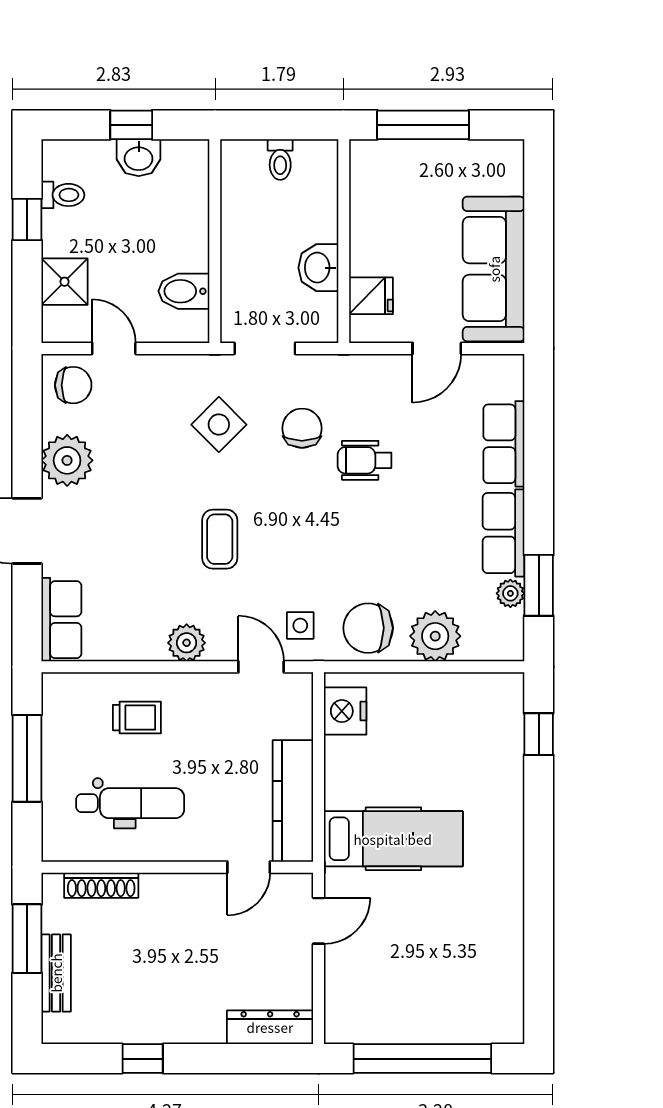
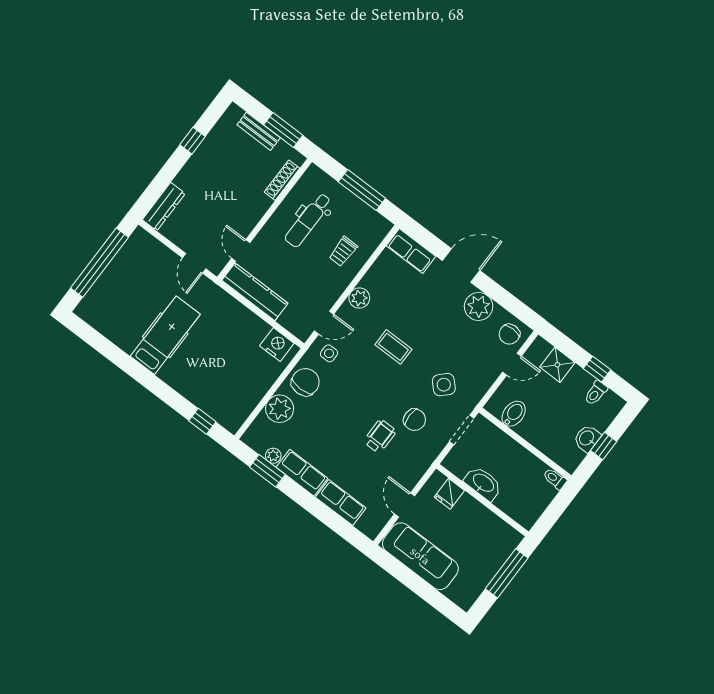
toilet: (280, 160) -> (555, 479), moved
washbasin: (318, 268) -> (483, 483), width x1.38
hospital bed: (393, 839) -> (165, 335), moved, turned 180

